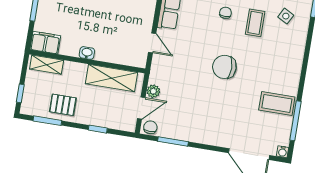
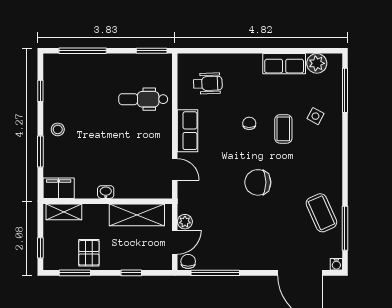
coffee table: (277, 103) -> (321, 213), turned 66
pallet: (63, 105) -> (89, 253), turned 90
window: (173, 142) -> (215, 273), width x1.44

